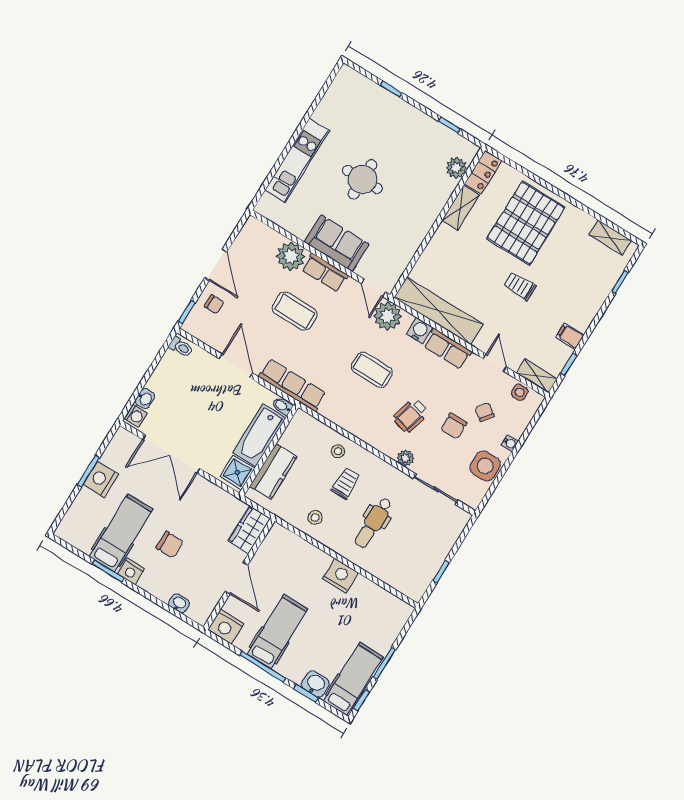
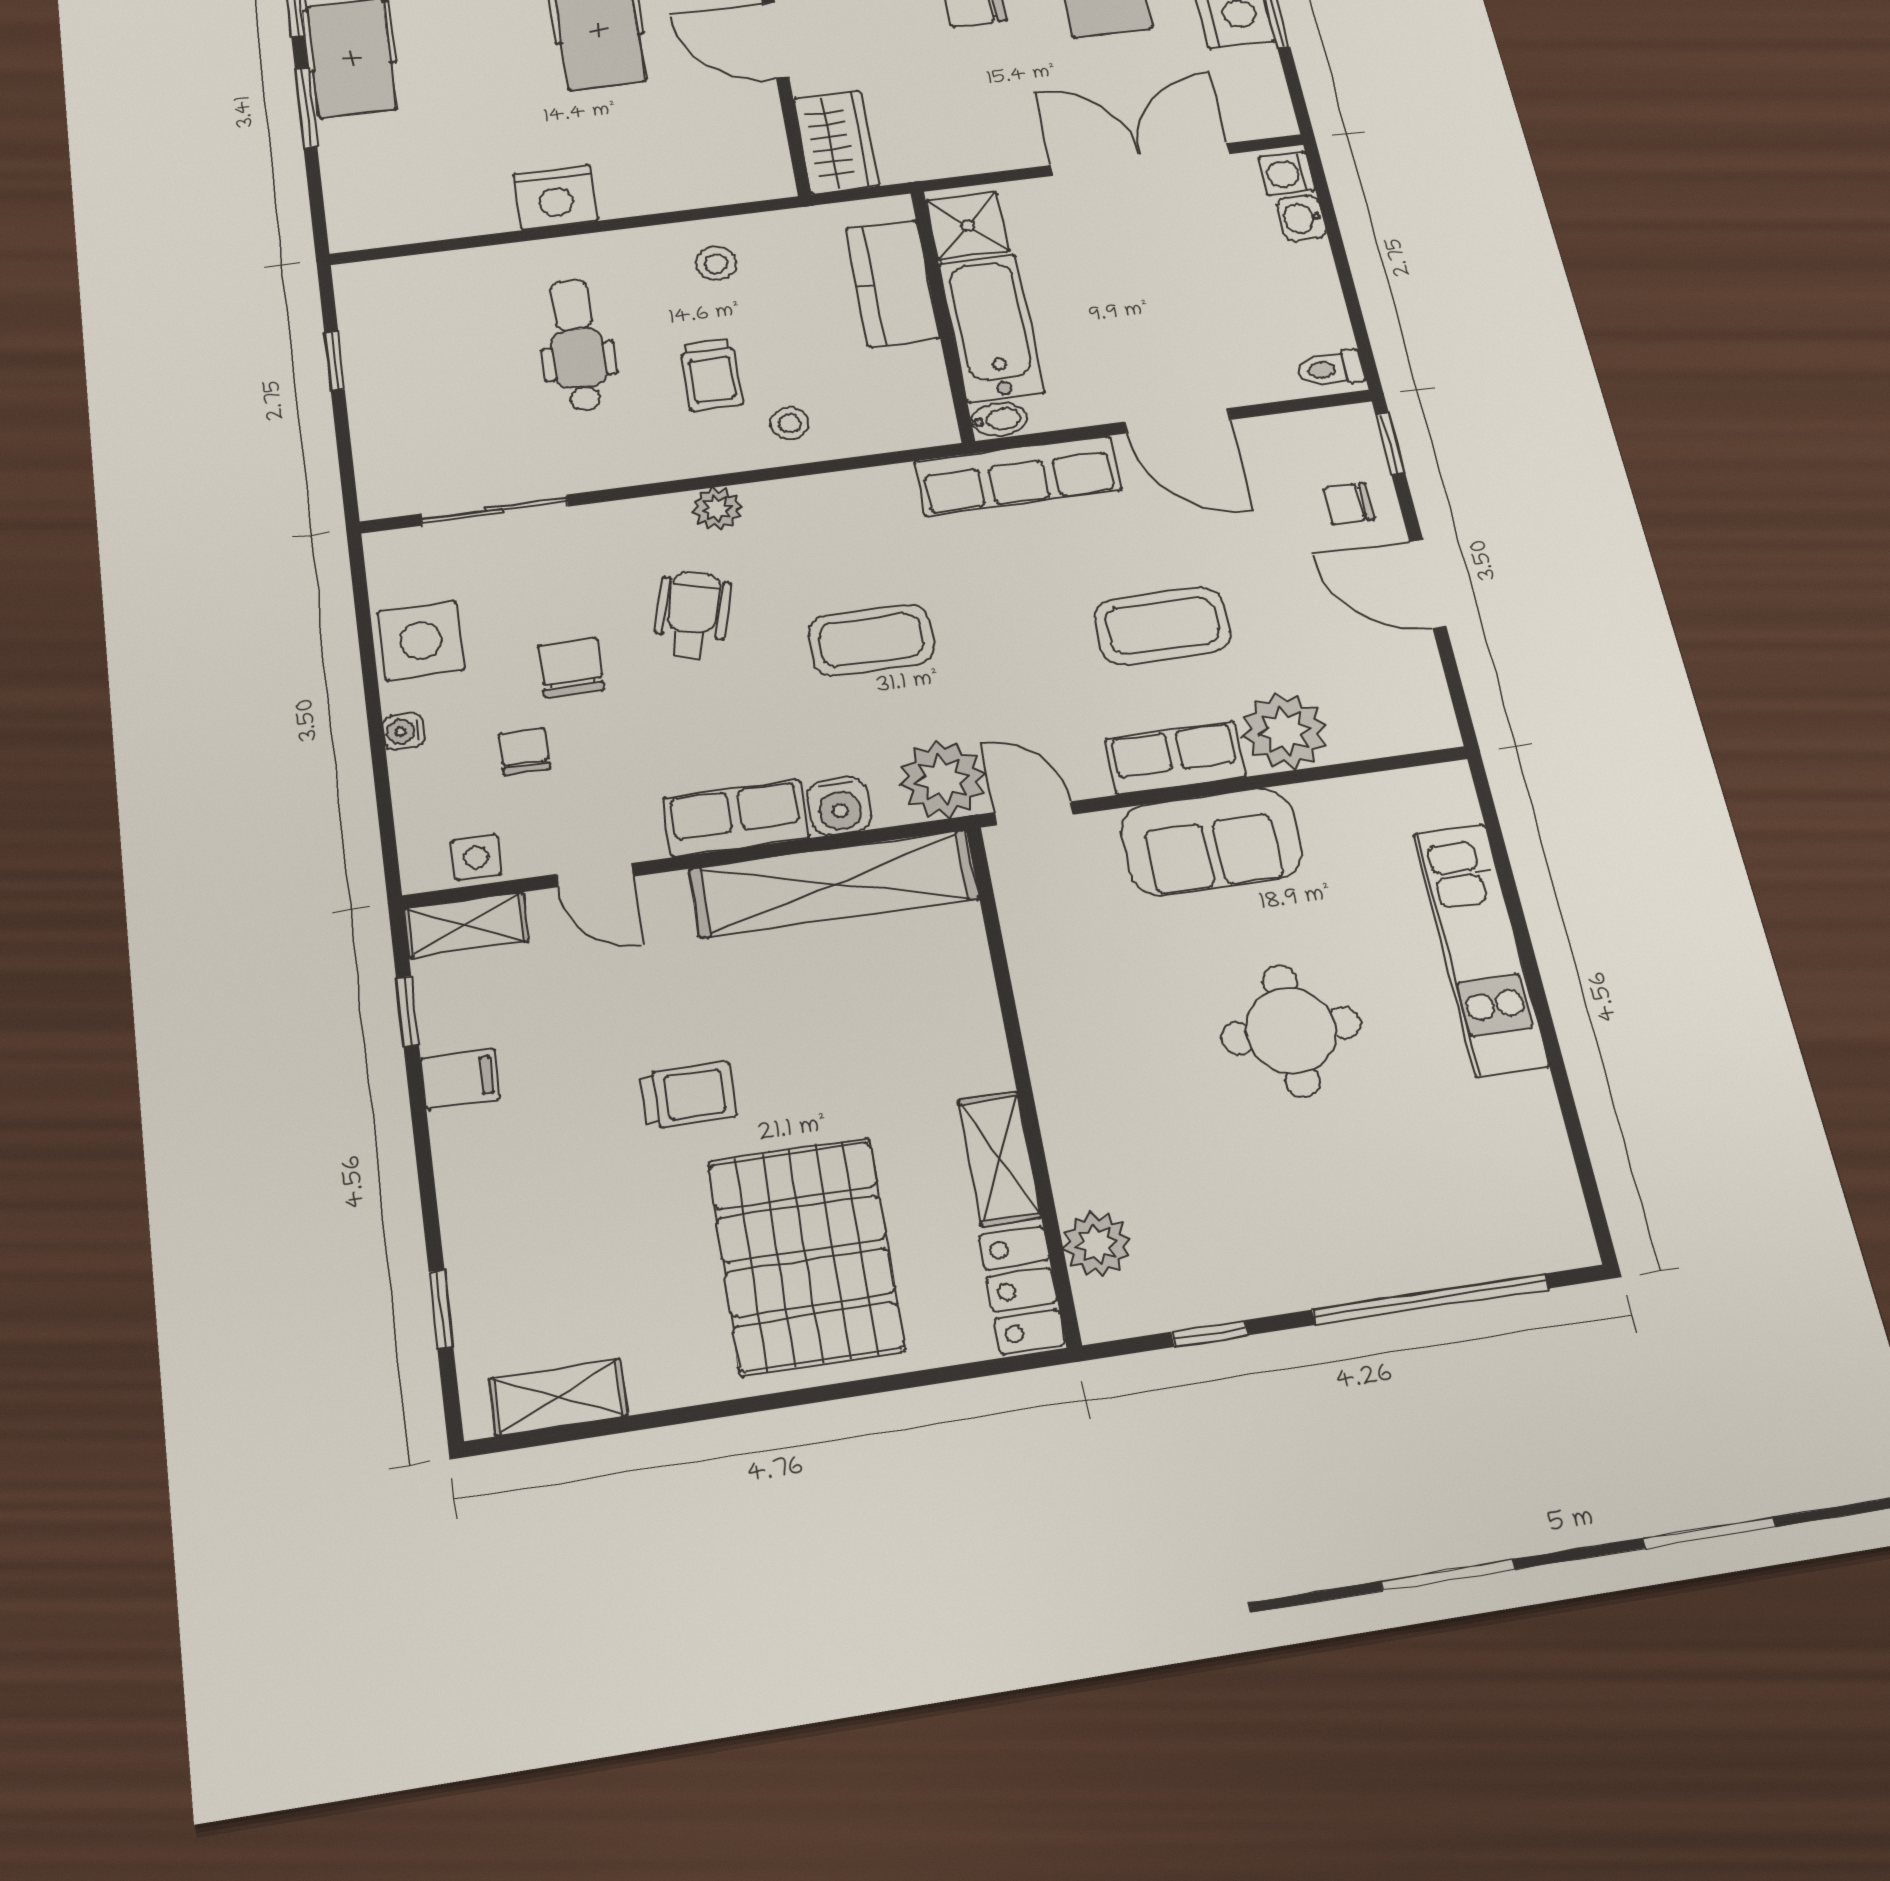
window: (391, 89) -> (1431, 1299), width x3.17
chair: (485, 412) -> (524, 751), turned -126
plant: (406, 458) -> (717, 509), moved

